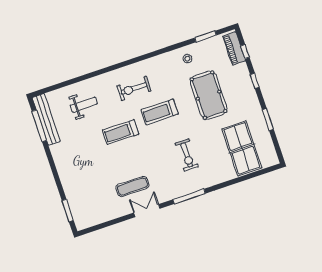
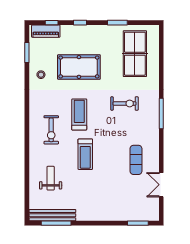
treadmill: (160, 112) -> (79, 114), turned 180
table tennis table: (242, 148) -> (135, 54), turned 90
double door: (147, 211) -> (161, 185), moved

